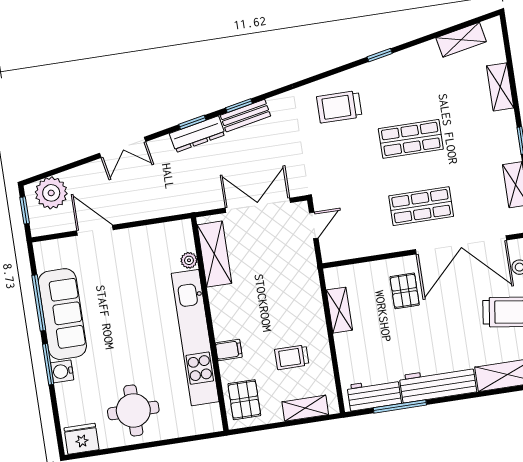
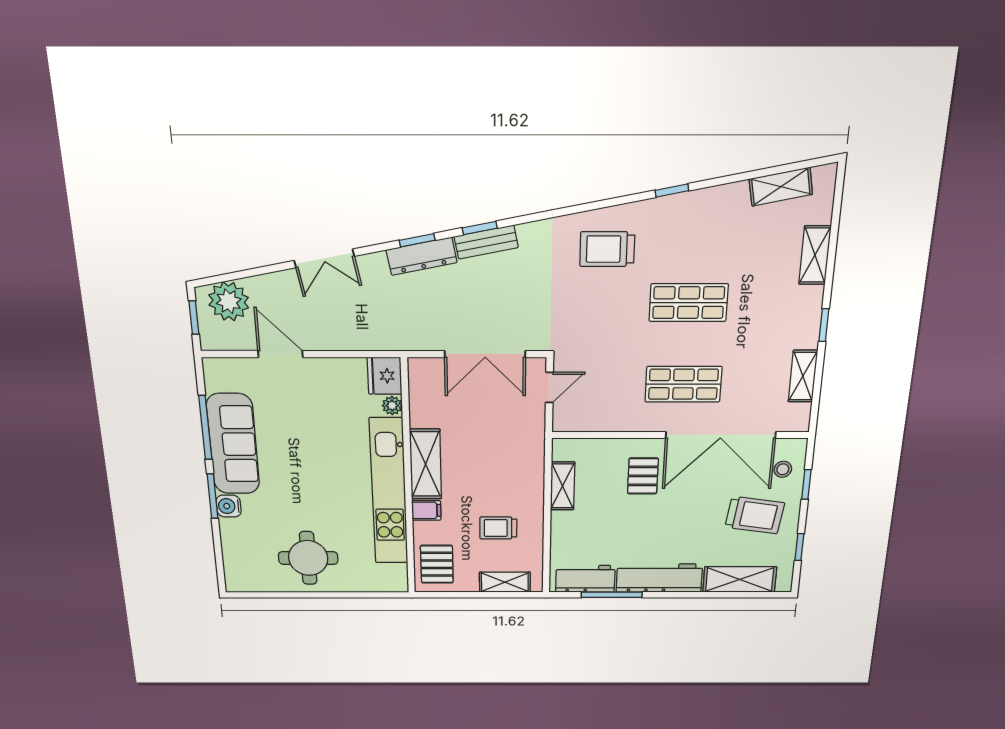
double door: (258, 205) -> (485, 354), swing flipped
shelving: (214, 254) -> (426, 464), moved
fridge: (82, 439) -> (384, 376), moved, turned -90

